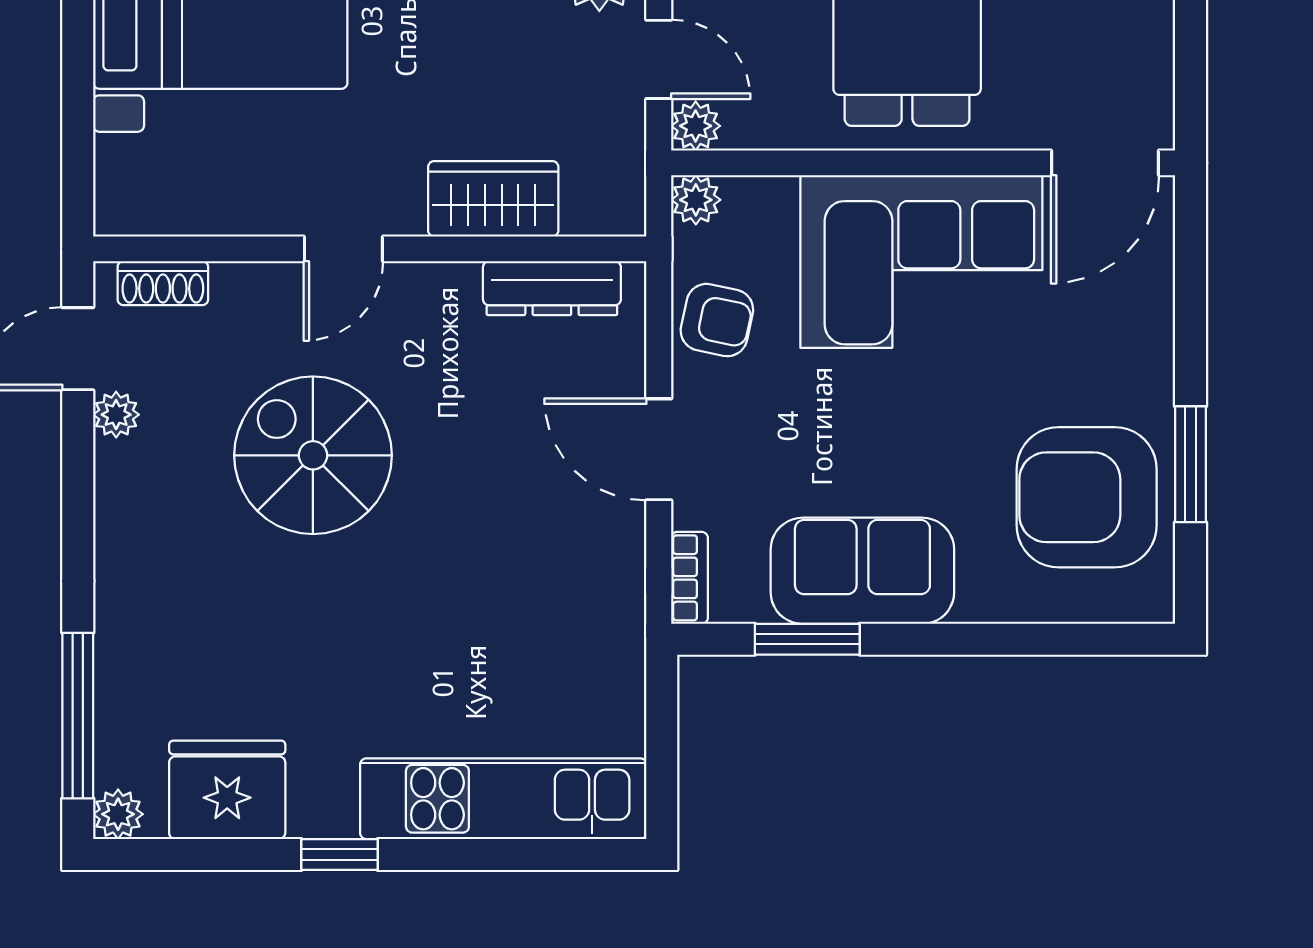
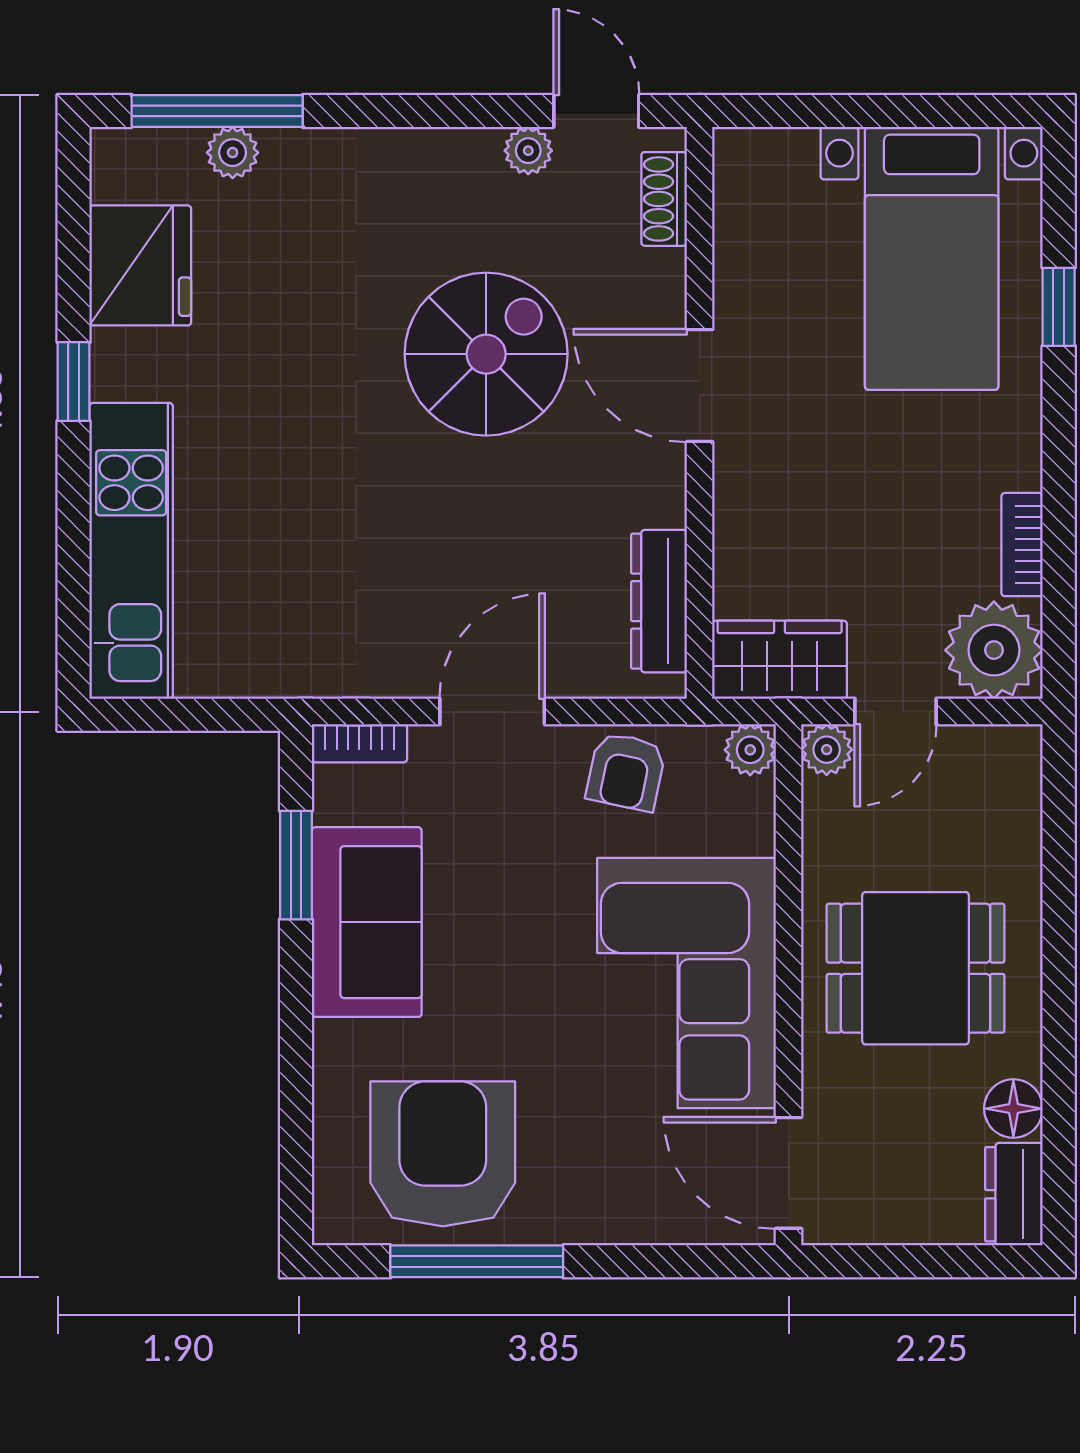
wardrobe: (493, 199) -> (780, 660), moved, turned -90
door: (343, 249) -> (700, 386), width x1.38
window: (1191, 464) -> (477, 1261), width x1.44
plant: (118, 814) -> (233, 153), moved

